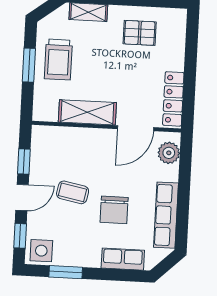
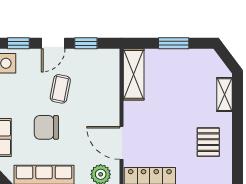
trolley: (58, 60) -> (180, 70), removed
shelving: (87, 112) -> (134, 74), moved
door: (22, 197) -> (53, 43), hinge flipped

